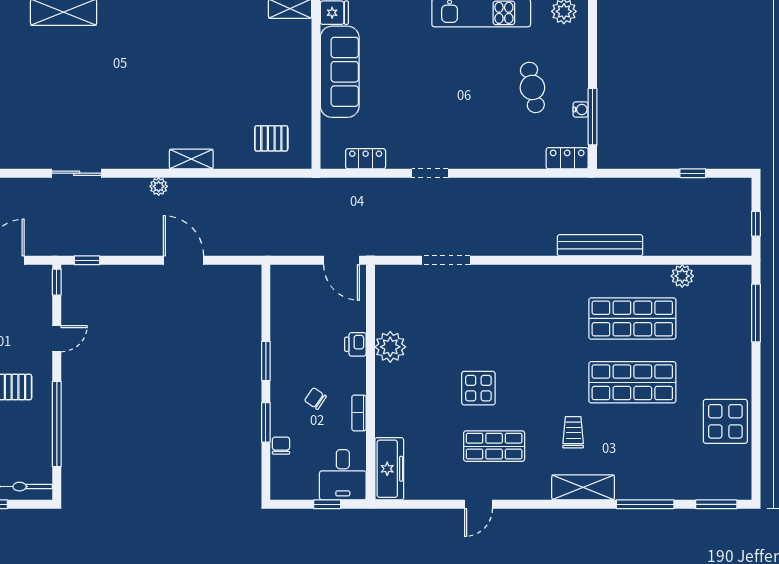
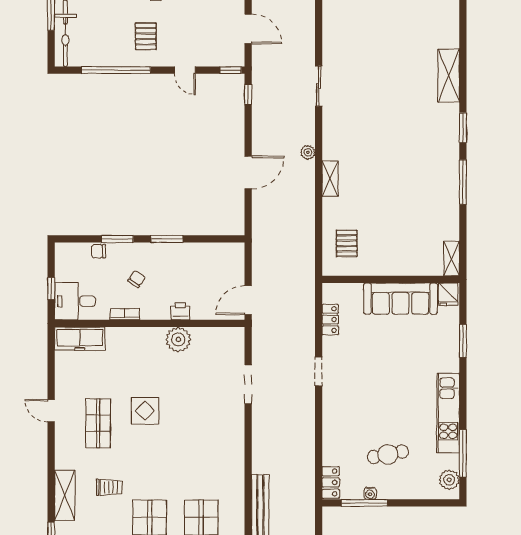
chair: (281, 446) -> (99, 251), turned 180

